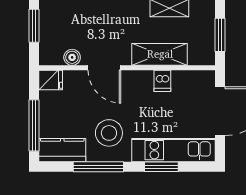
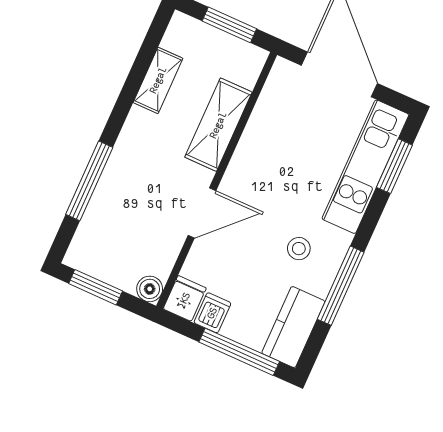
boiler: (72, 57) -> (150, 289), moved
dishwasher: (162, 81) -> (212, 313), moved, turned -90
stool: (109, 133) -> (299, 249), width x0.53, depth x0.53
window: (161, 167) -> (394, 166), moved

